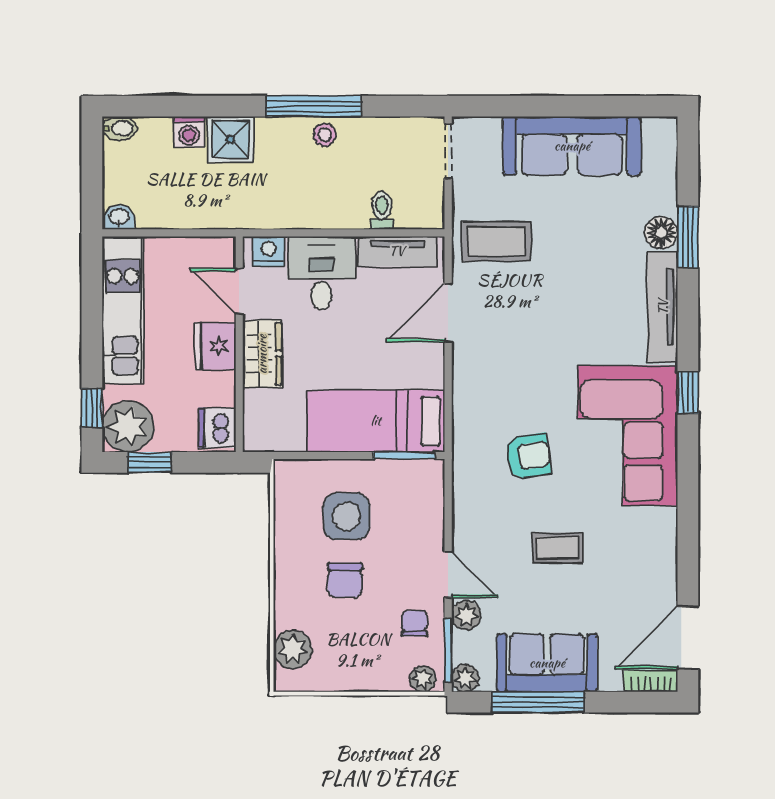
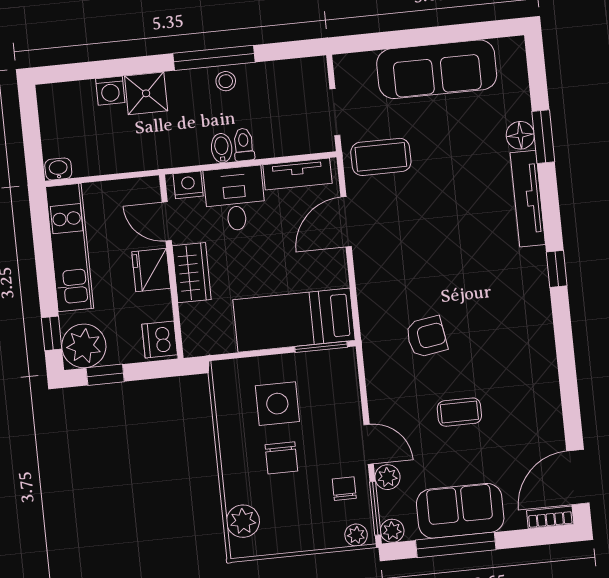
bidet: (120, 128) -> (222, 148), moved, turned -90
doorway: (448, 151) -> (335, 112), moved
toilet: (382, 211) -> (244, 144), moved
corner sofa: (628, 436) -> (509, 311), removed

